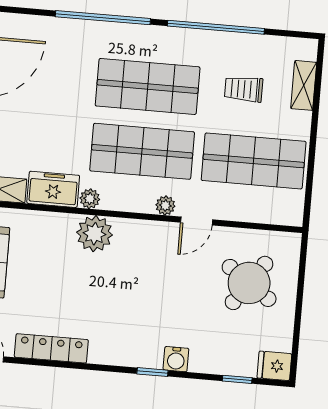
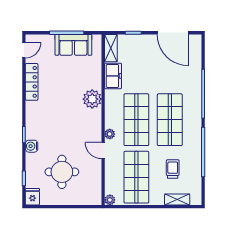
plant: (90, 199) -> (110, 200), moved
round table: (249, 283) -> (62, 172), moved, turned -35

